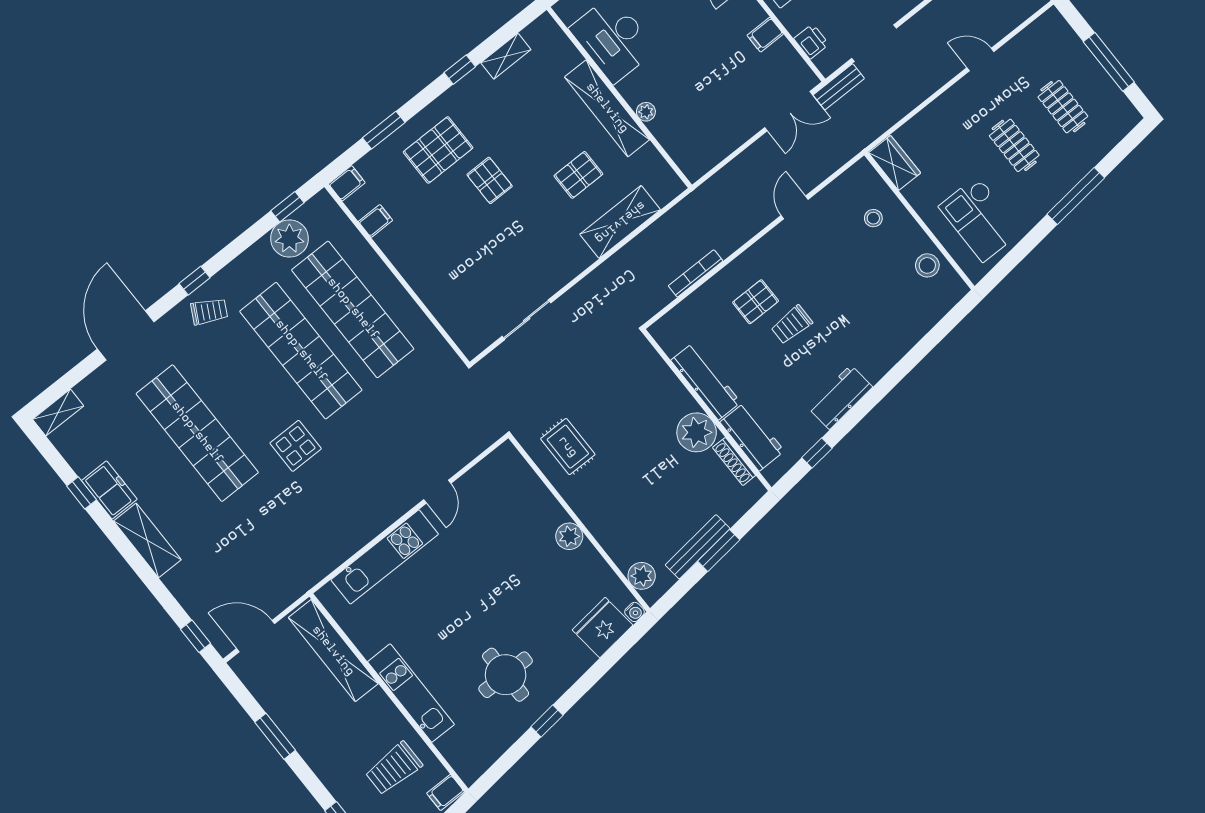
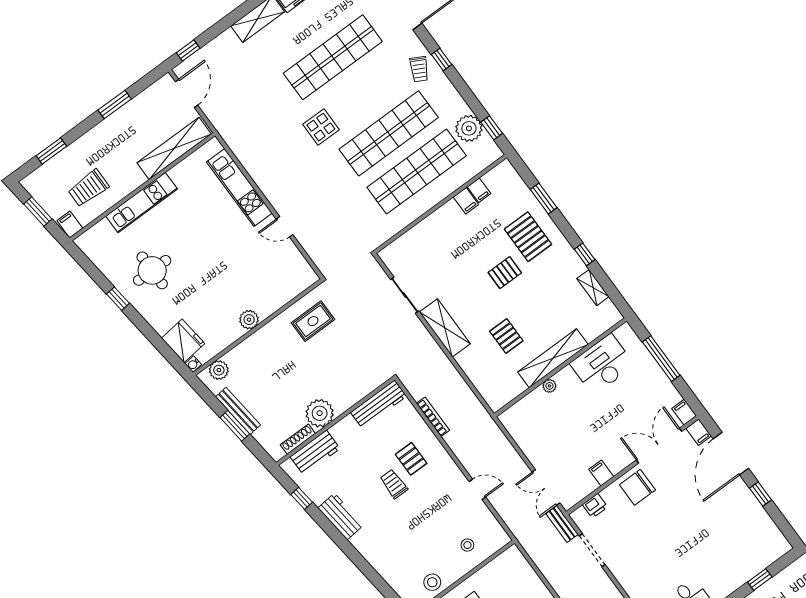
wardrobe: (895, 163) -> (506, 562), removed
filing cabinet: (347, 183) -> (466, 201), moved
shelving: (620, 222) -> (445, 328), moved
workbench: (706, 381) -> (379, 404), moved
trolley: (394, 768) -> (88, 188), turned -90

